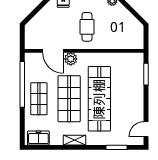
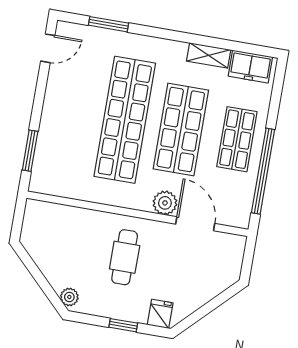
shelving: (74, 140) -> (209, 55), moved

